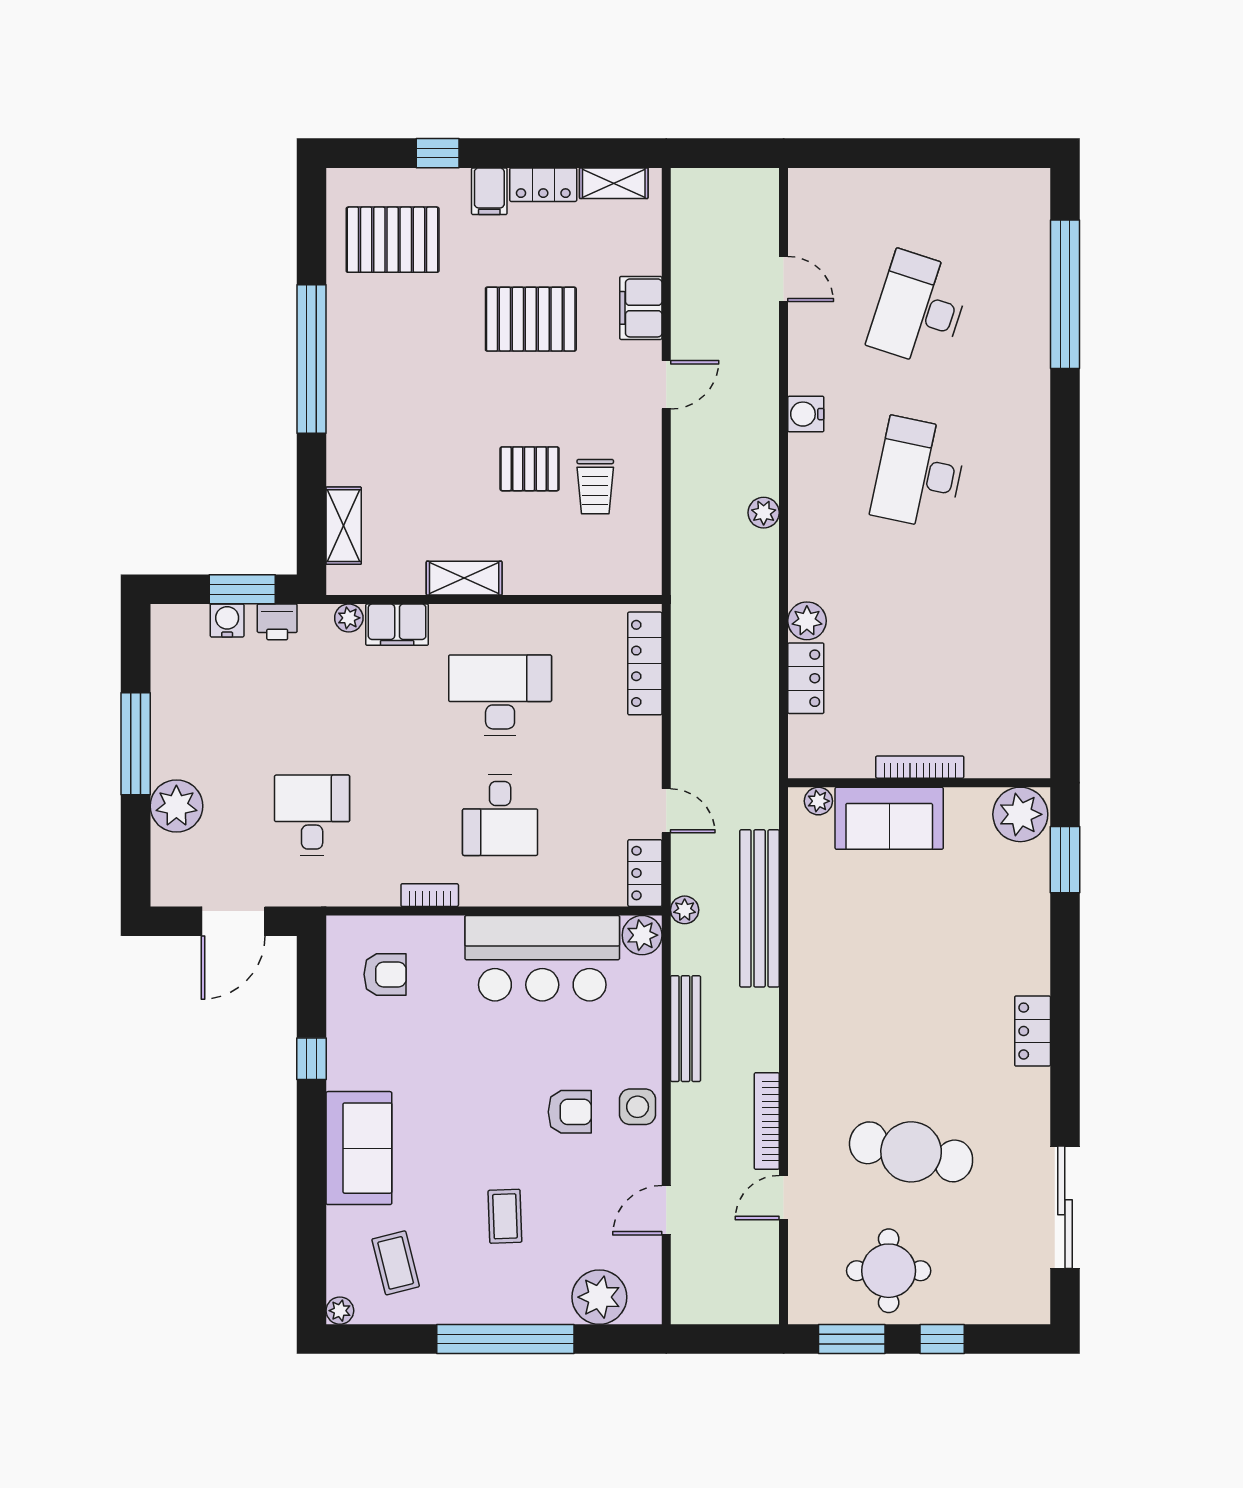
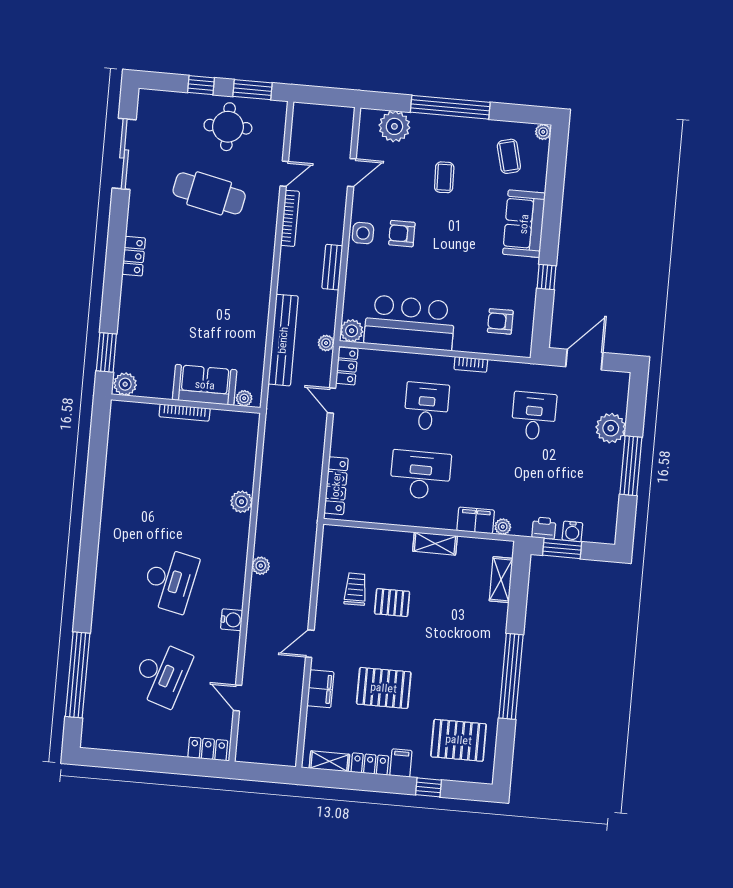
locker: (806, 678) -> (208, 749), moved, turned 90
desk: (500, 695) -> (420, 475), turned 180
plant: (1020, 814) -> (125, 384), width x0.73, depth x0.73
desk: (312, 815) -> (534, 416), turned 180
bench: (686, 1029) -> (332, 267), width x0.73

